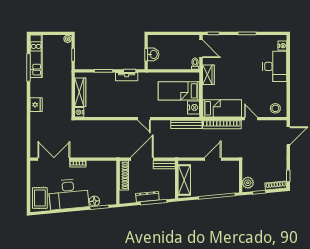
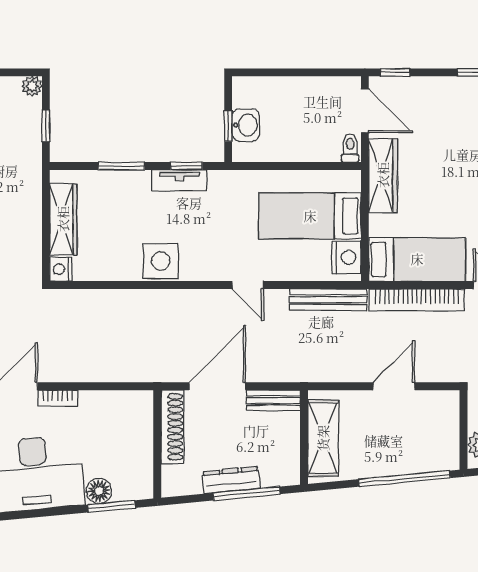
wardrobe: (208, 75) -> (383, 175), width x1.50
side table: (119, 109) -> (161, 261), added
door: (144, 119) -> (248, 285), moved

